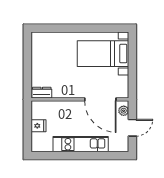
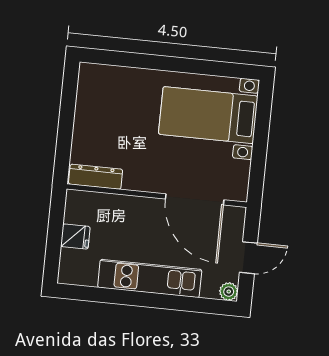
dresser: (42, 93) -> (96, 177), width x1.44
plant: (124, 111) -> (229, 292), moved

